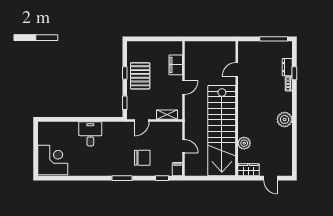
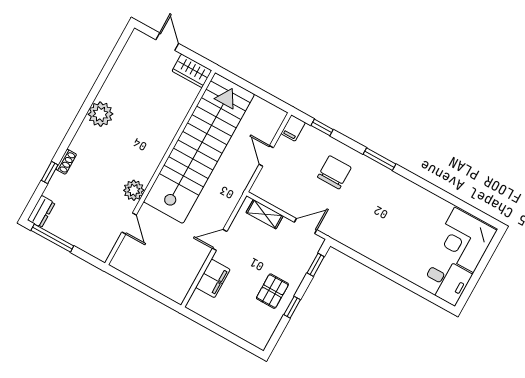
dresser: (287, 67) -> (41, 212), moved
door: (237, 70) -> (129, 223), hinge flipped
pallet: (140, 76) -> (272, 291), width x0.67, depth x0.71
desk: (90, 134) -> (446, 281), moved, turned -90
plant: (244, 143) -> (134, 190), moved
chair: (142, 158) -> (334, 172), turned 90

